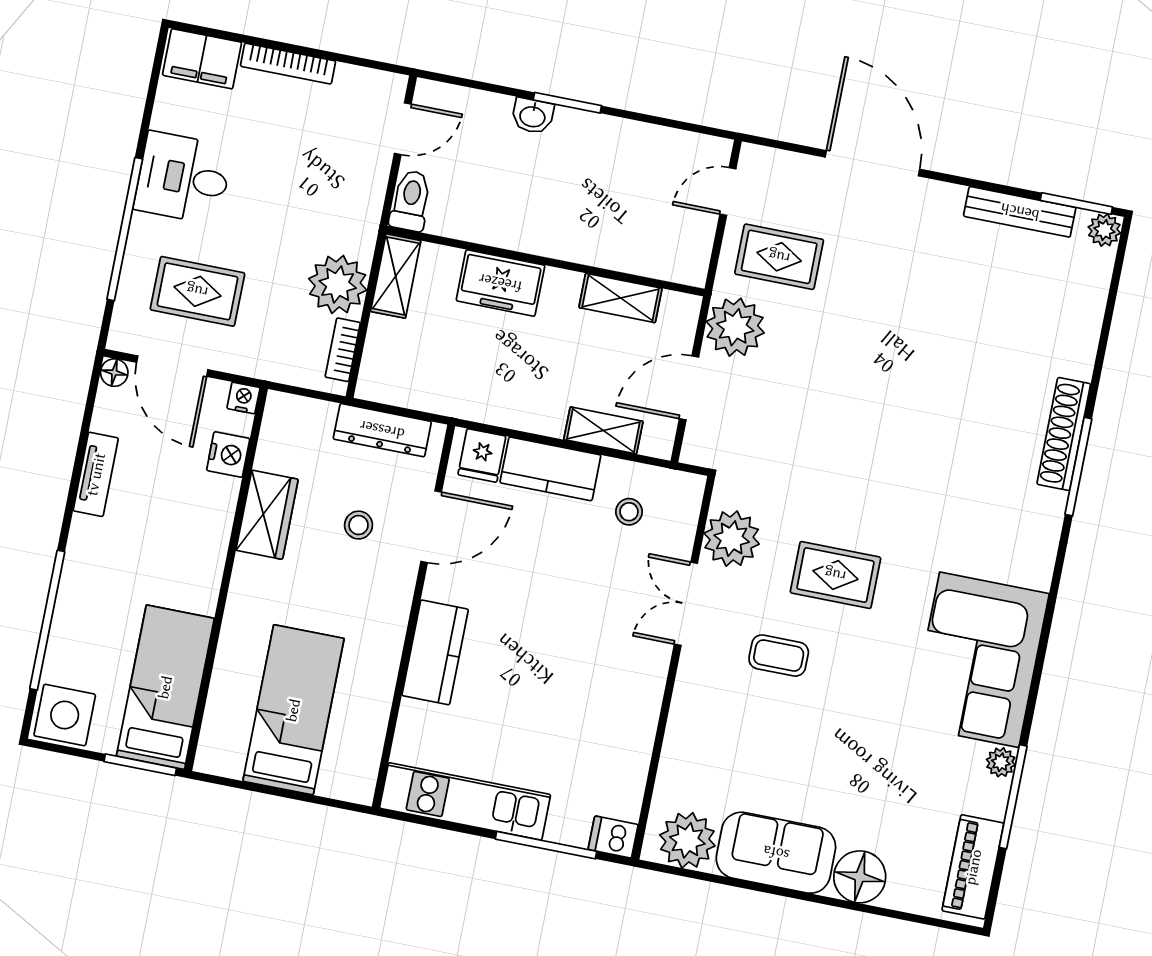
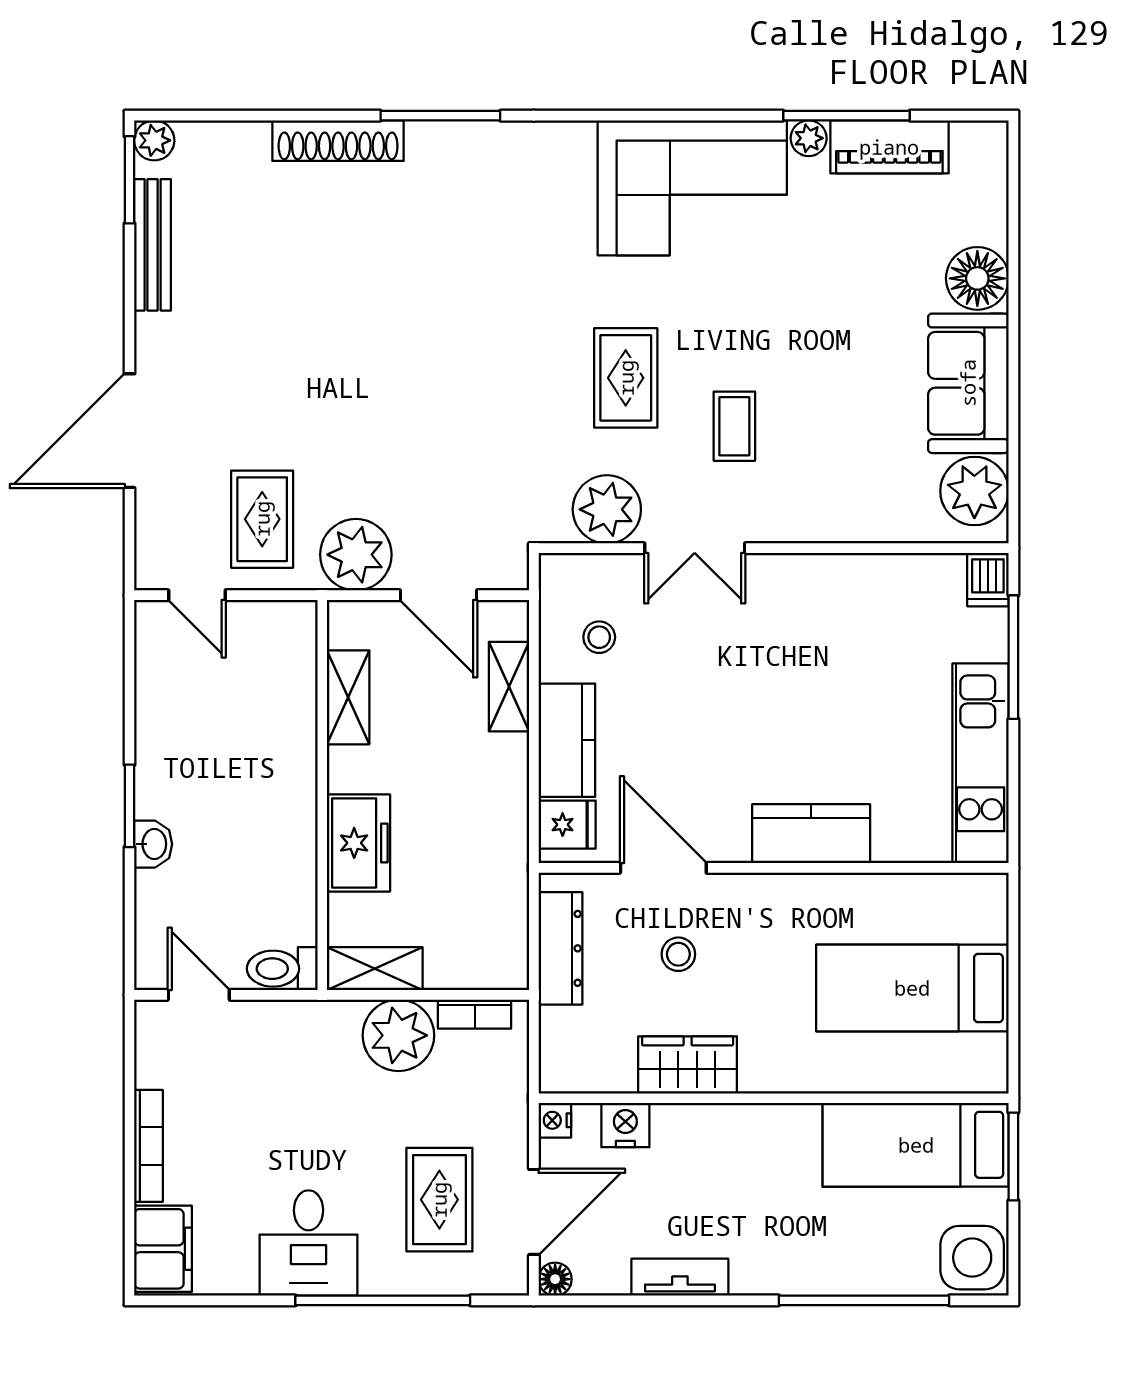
shoe rack: (1064, 434) -> (338, 141), moved
piano: (973, 867) -> (889, 147), moved

